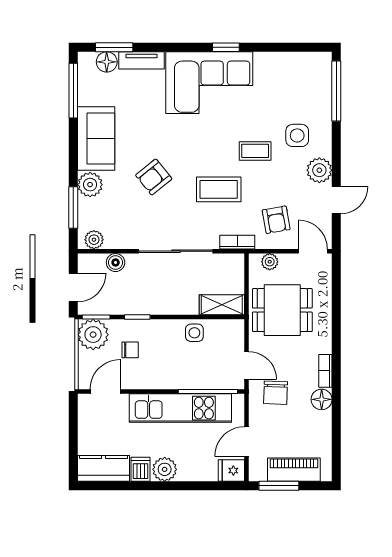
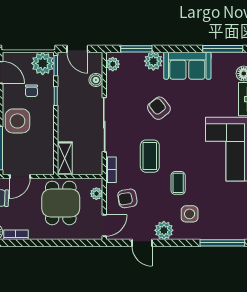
side table: (194, 333) -> (17, 121), moved, width x1.87, depth x1.87

